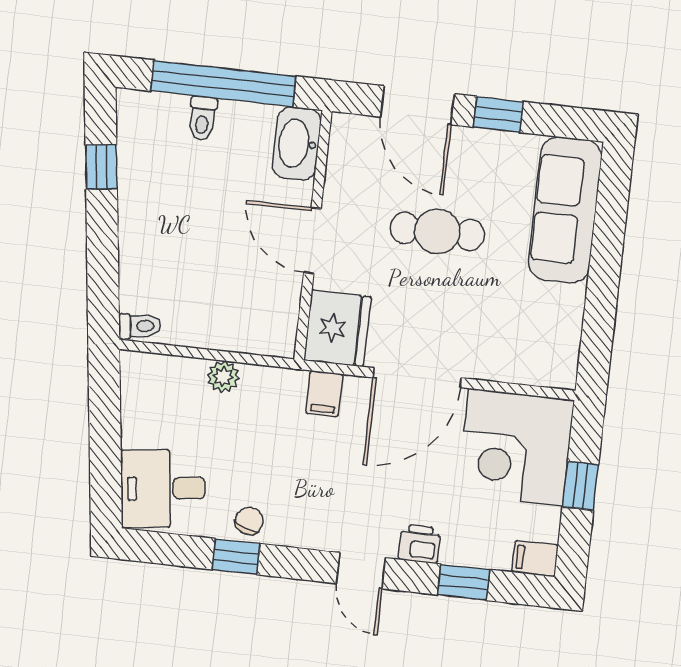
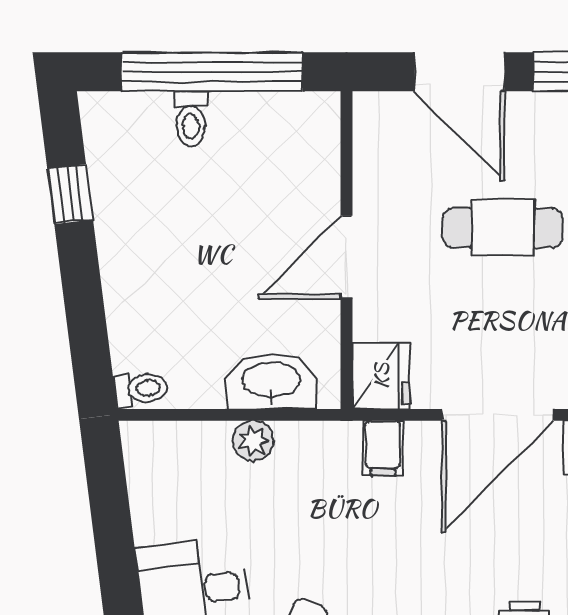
washbasin: (297, 144) -> (271, 381), moved, turned 90
door: (312, 241) -> (347, 257), hinge flipped
fridge: (337, 328) -> (381, 376), width x0.73, depth x0.75

